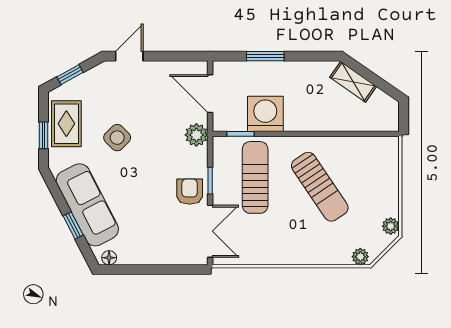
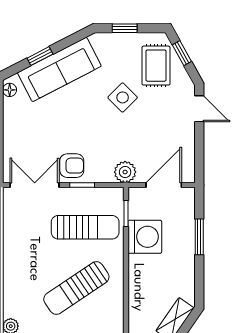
rug: (66, 124) -> (156, 66), moved, turned 90
double door: (210, 231) -> (35, 185), swing flipped

